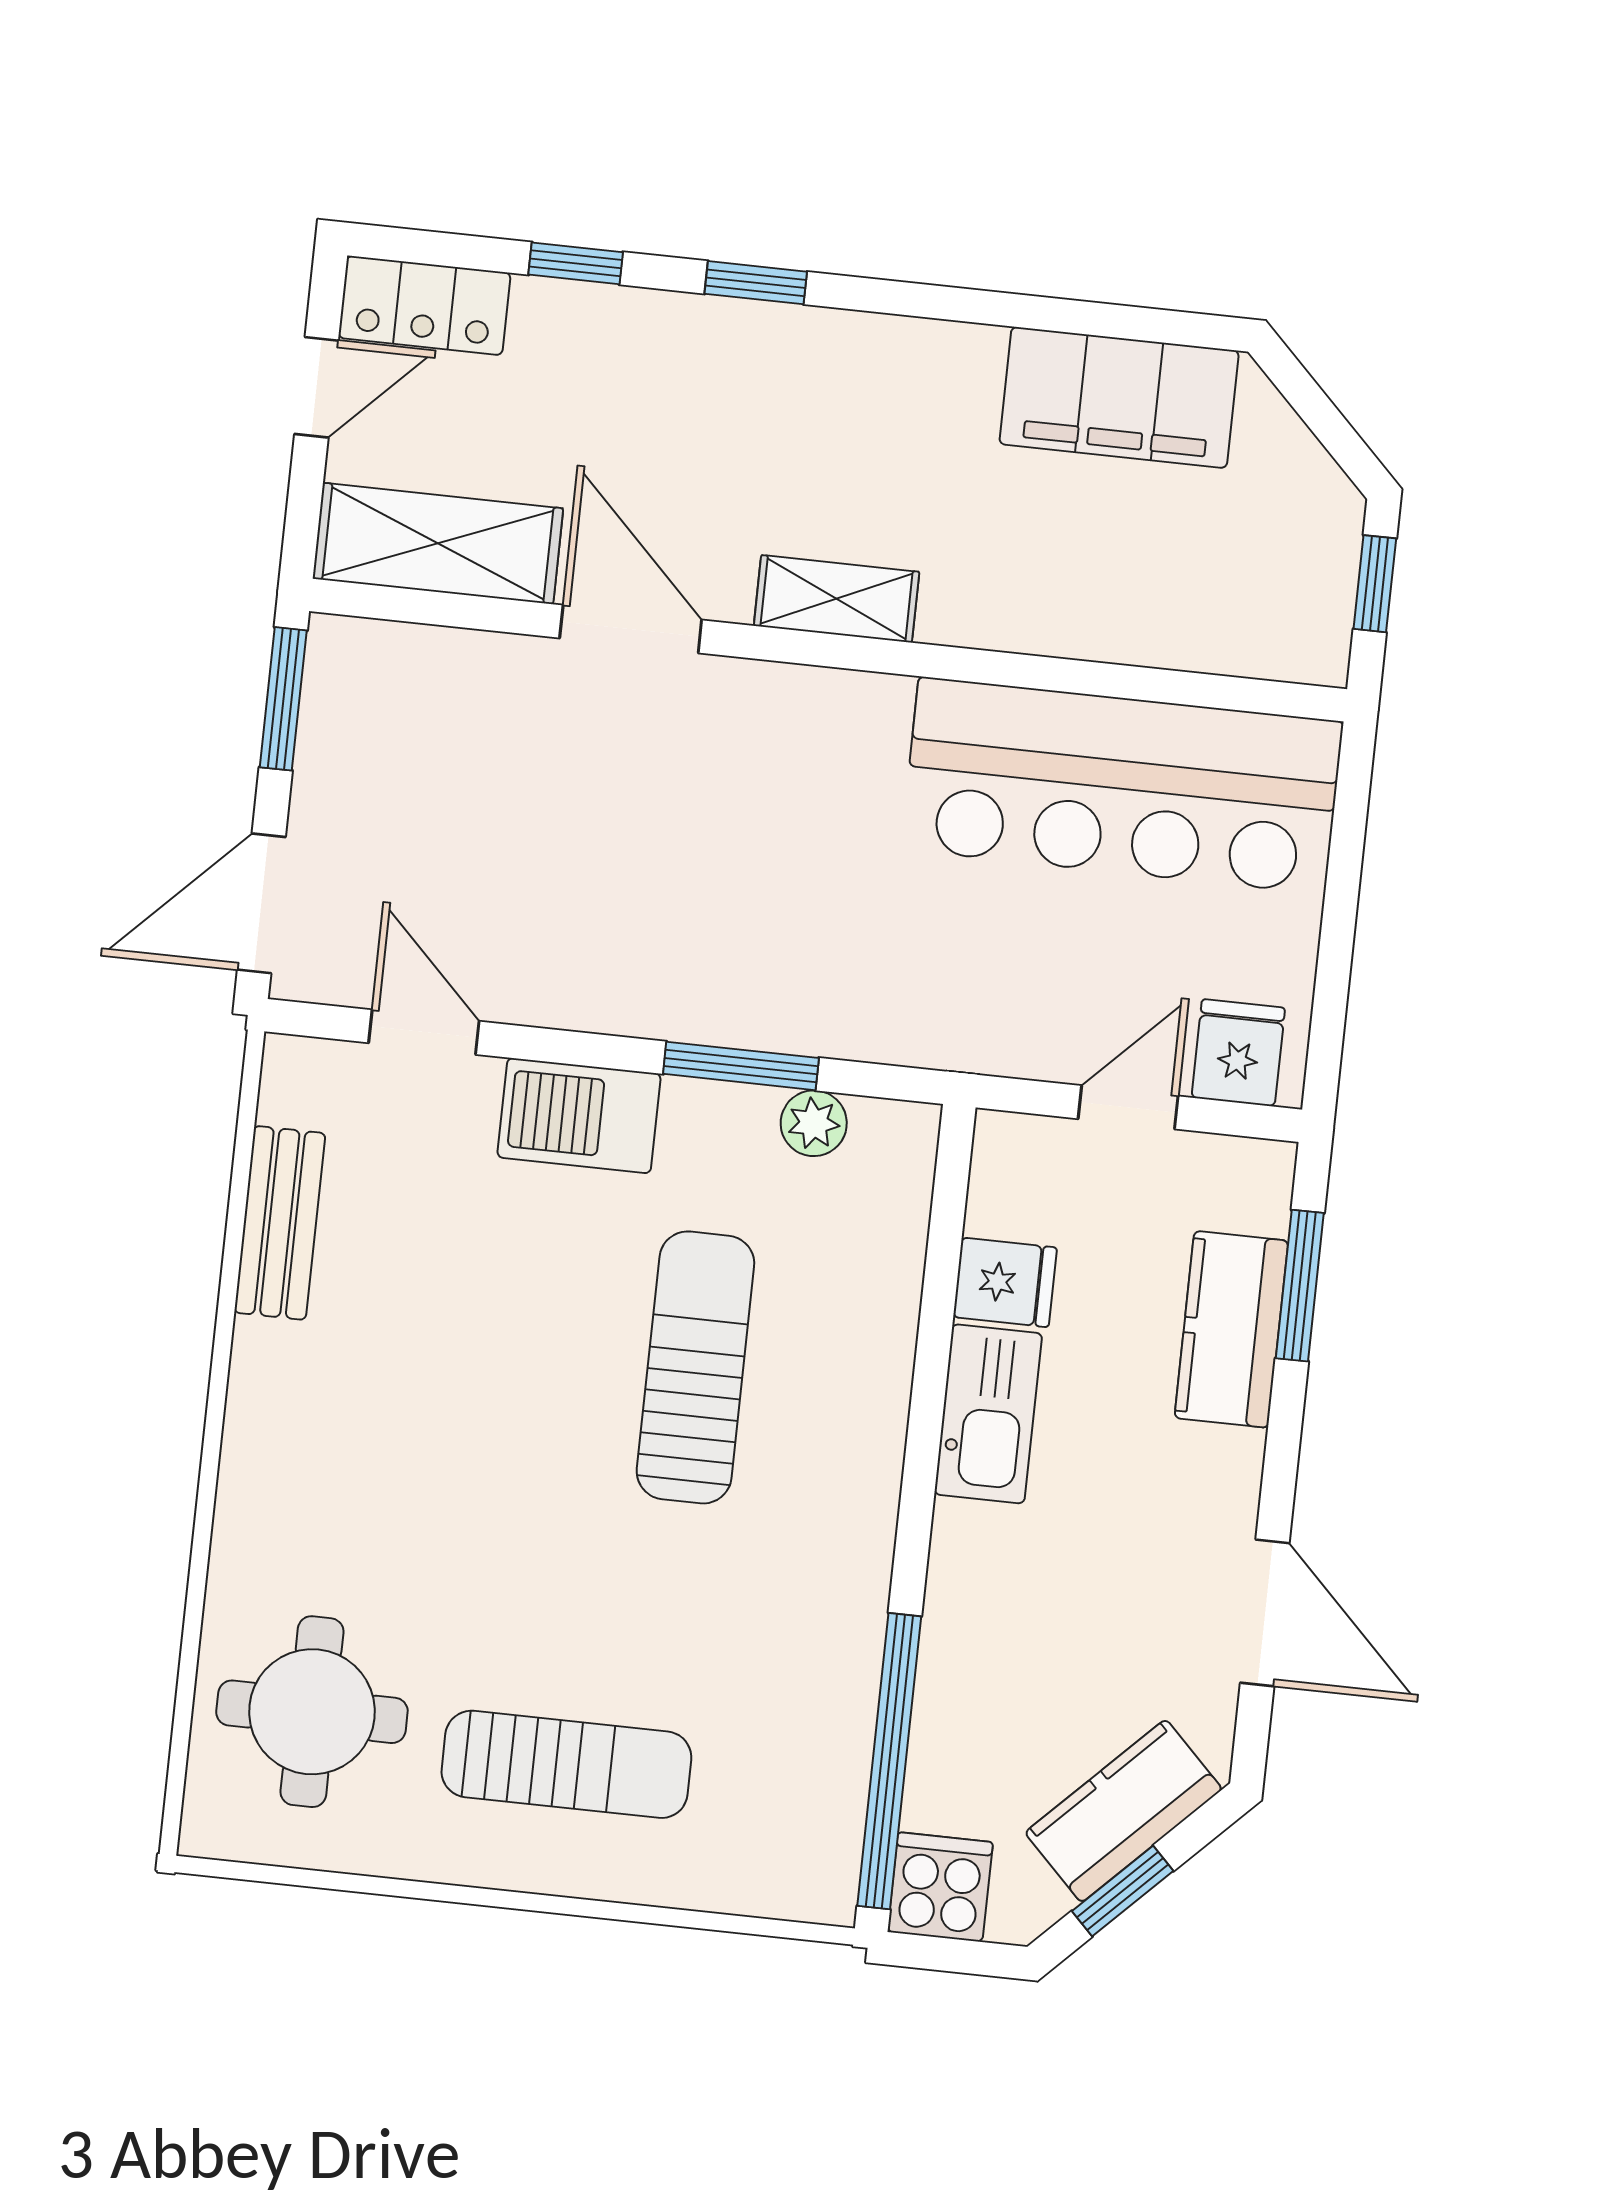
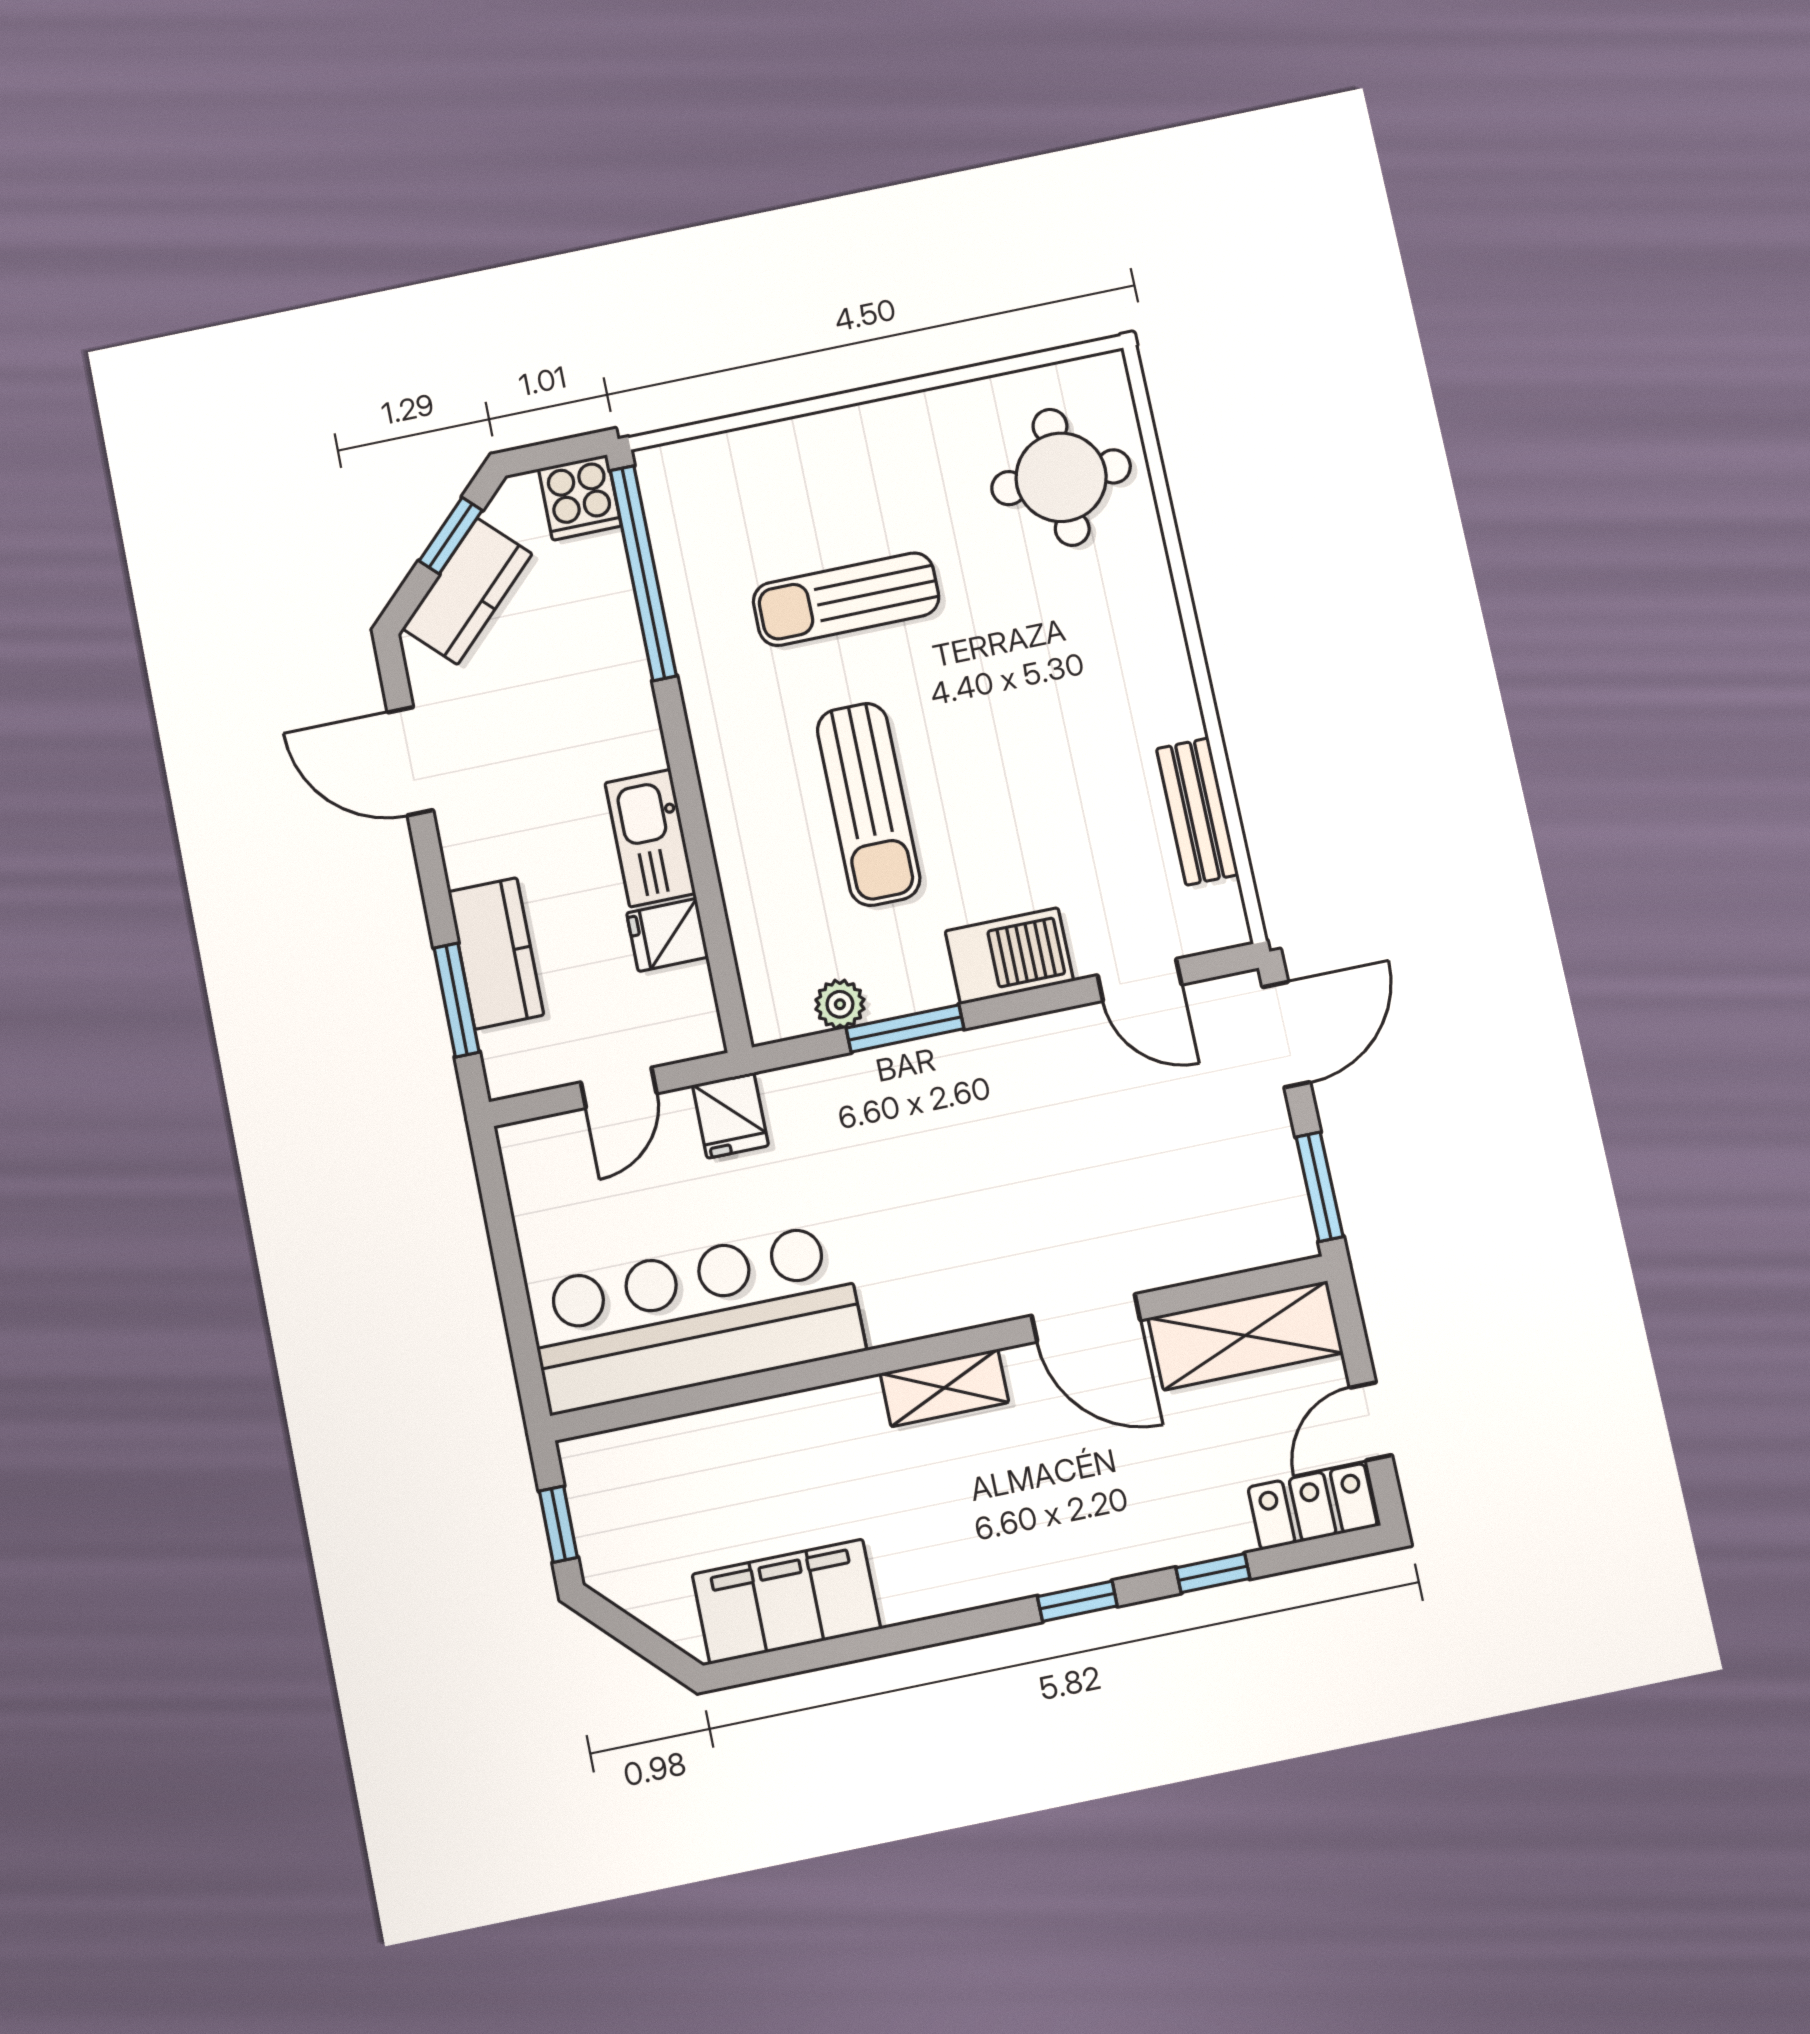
fridge: (1238, 1053) -> (730, 1115), moved
sun lounger: (566, 1764) -> (846, 599), moved

